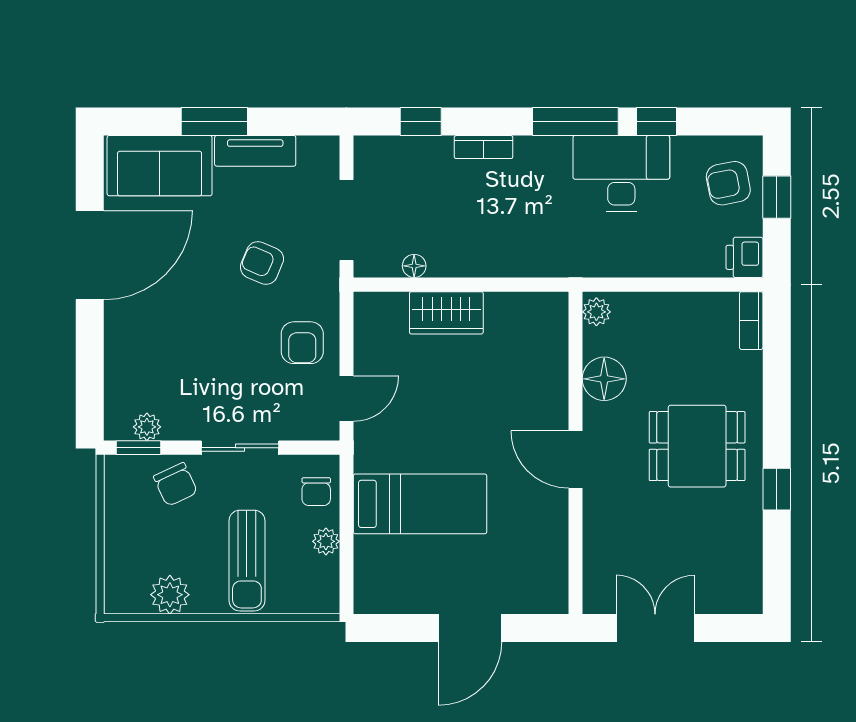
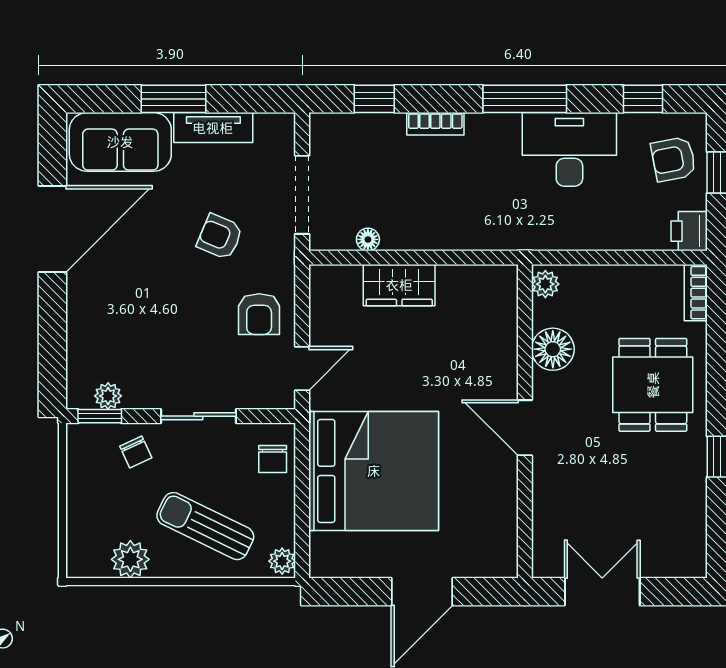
window: (657, 121) -> (643, 99), moved
dining table: (697, 446) -> (653, 385), moved, turned 90
chair: (176, 484) -> (136, 452), width x0.73, depth x0.73
bed: (420, 504) -> (374, 471), width x2.04
plant: (326, 541) -> (282, 561), moved
sun lounger: (247, 561) -> (205, 526), turned 116

